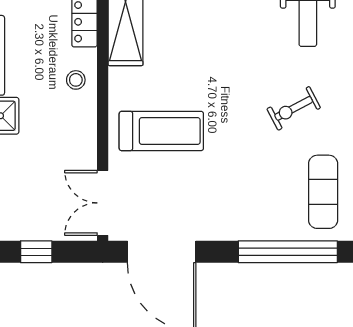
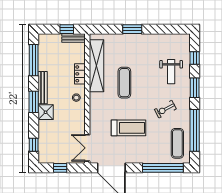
exercise mat: (193, 43) -> (124, 83), added
treadmill: (161, 131) -> (128, 128), moved

